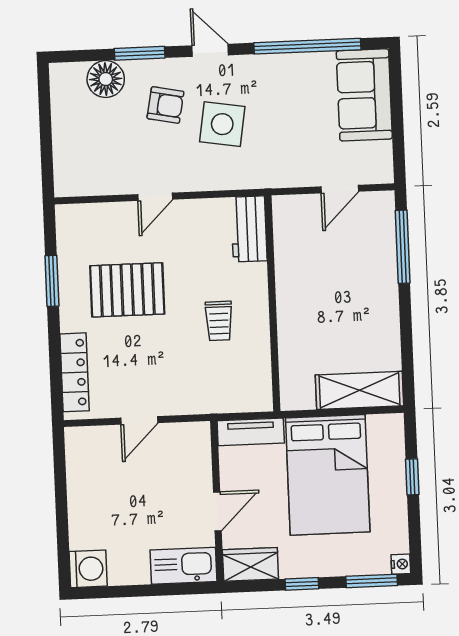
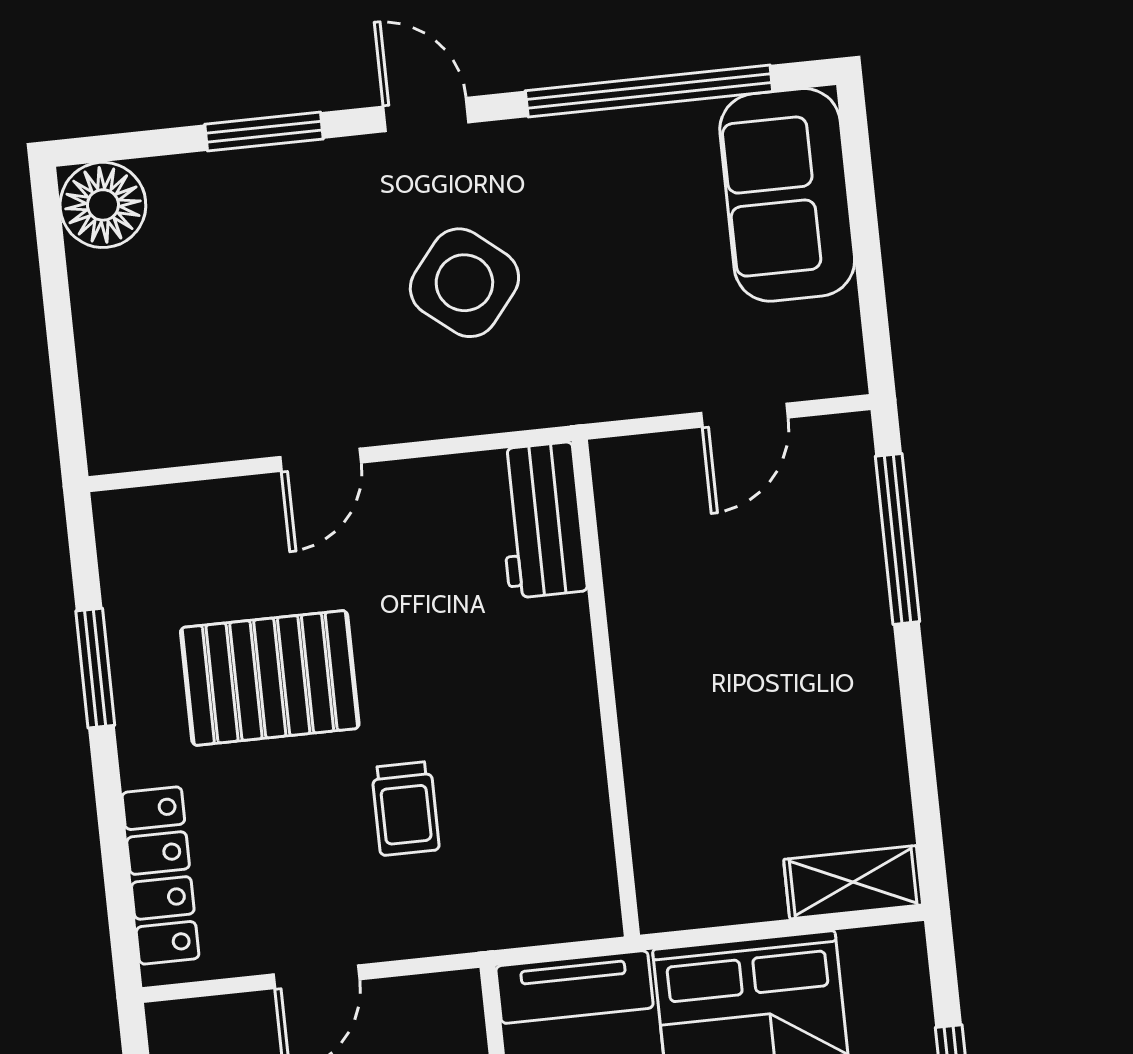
floor lamp: (106, 79) -> (103, 205), moved
armchair: (165, 105) -> (331, 247), removed
side table: (222, 124) -> (464, 283), turned 30
trolley: (219, 321) -> (405, 809), moved
shelving: (359, 390) -> (853, 882), width x0.67, depth x0.75

